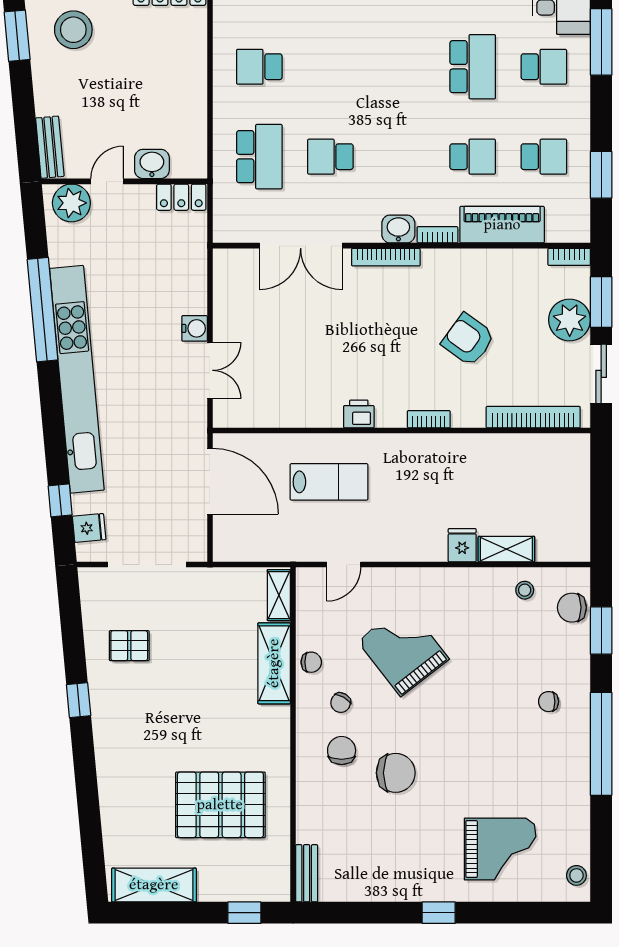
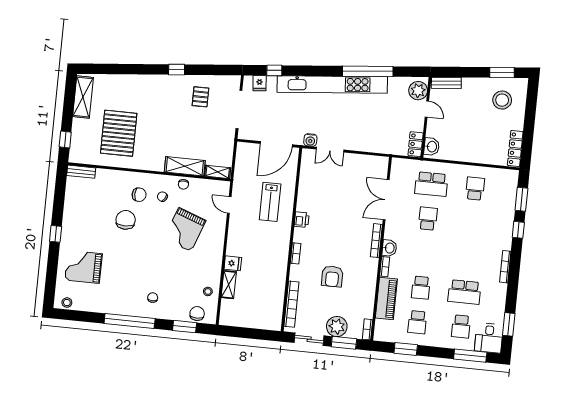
washbasin: (152, 164) -> (432, 147), moved
water cooler: (195, 328) -> (310, 140), moved
armchair: (468, 340) -> (332, 276), turned 144
grand piano: (403, 650) -> (185, 230), turned 148
chair: (396, 773) -> (126, 220), turned 180
grand piano: (500, 849) -> (83, 267), turned 90

